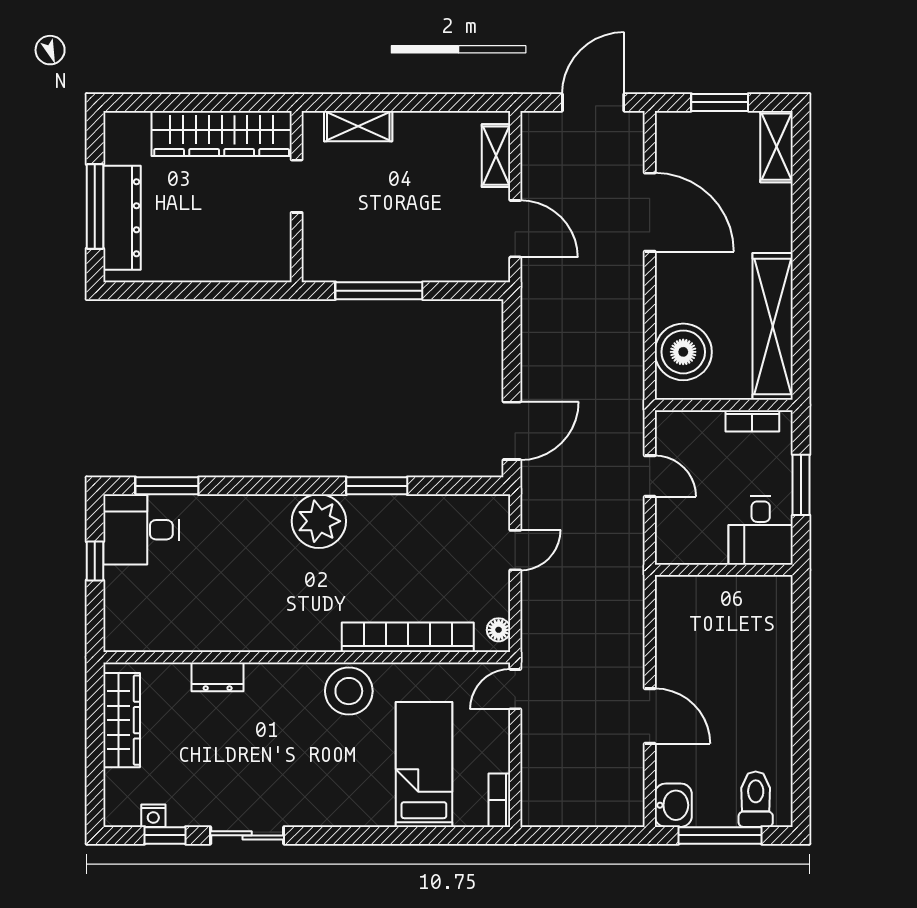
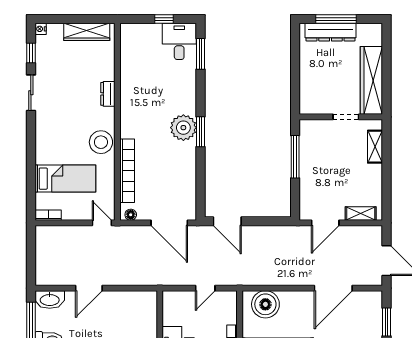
window: (377, 486) -> (201, 132), moved
door: (515, 550) -> (169, 223), width x1.87
dresser: (218, 677) -> (108, 94), moved
washbasin: (673, 805) -> (50, 299), width x1.38
nightstand: (153, 816) -> (41, 29), moved

